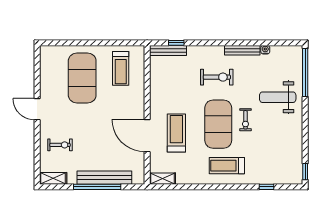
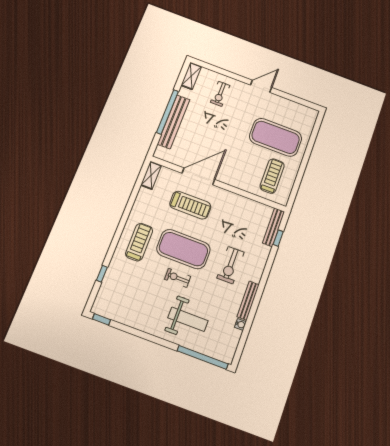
treadmill: (121, 68) -> (272, 176), turned 90
weight bench: (278, 97) -> (188, 319), turned 90

